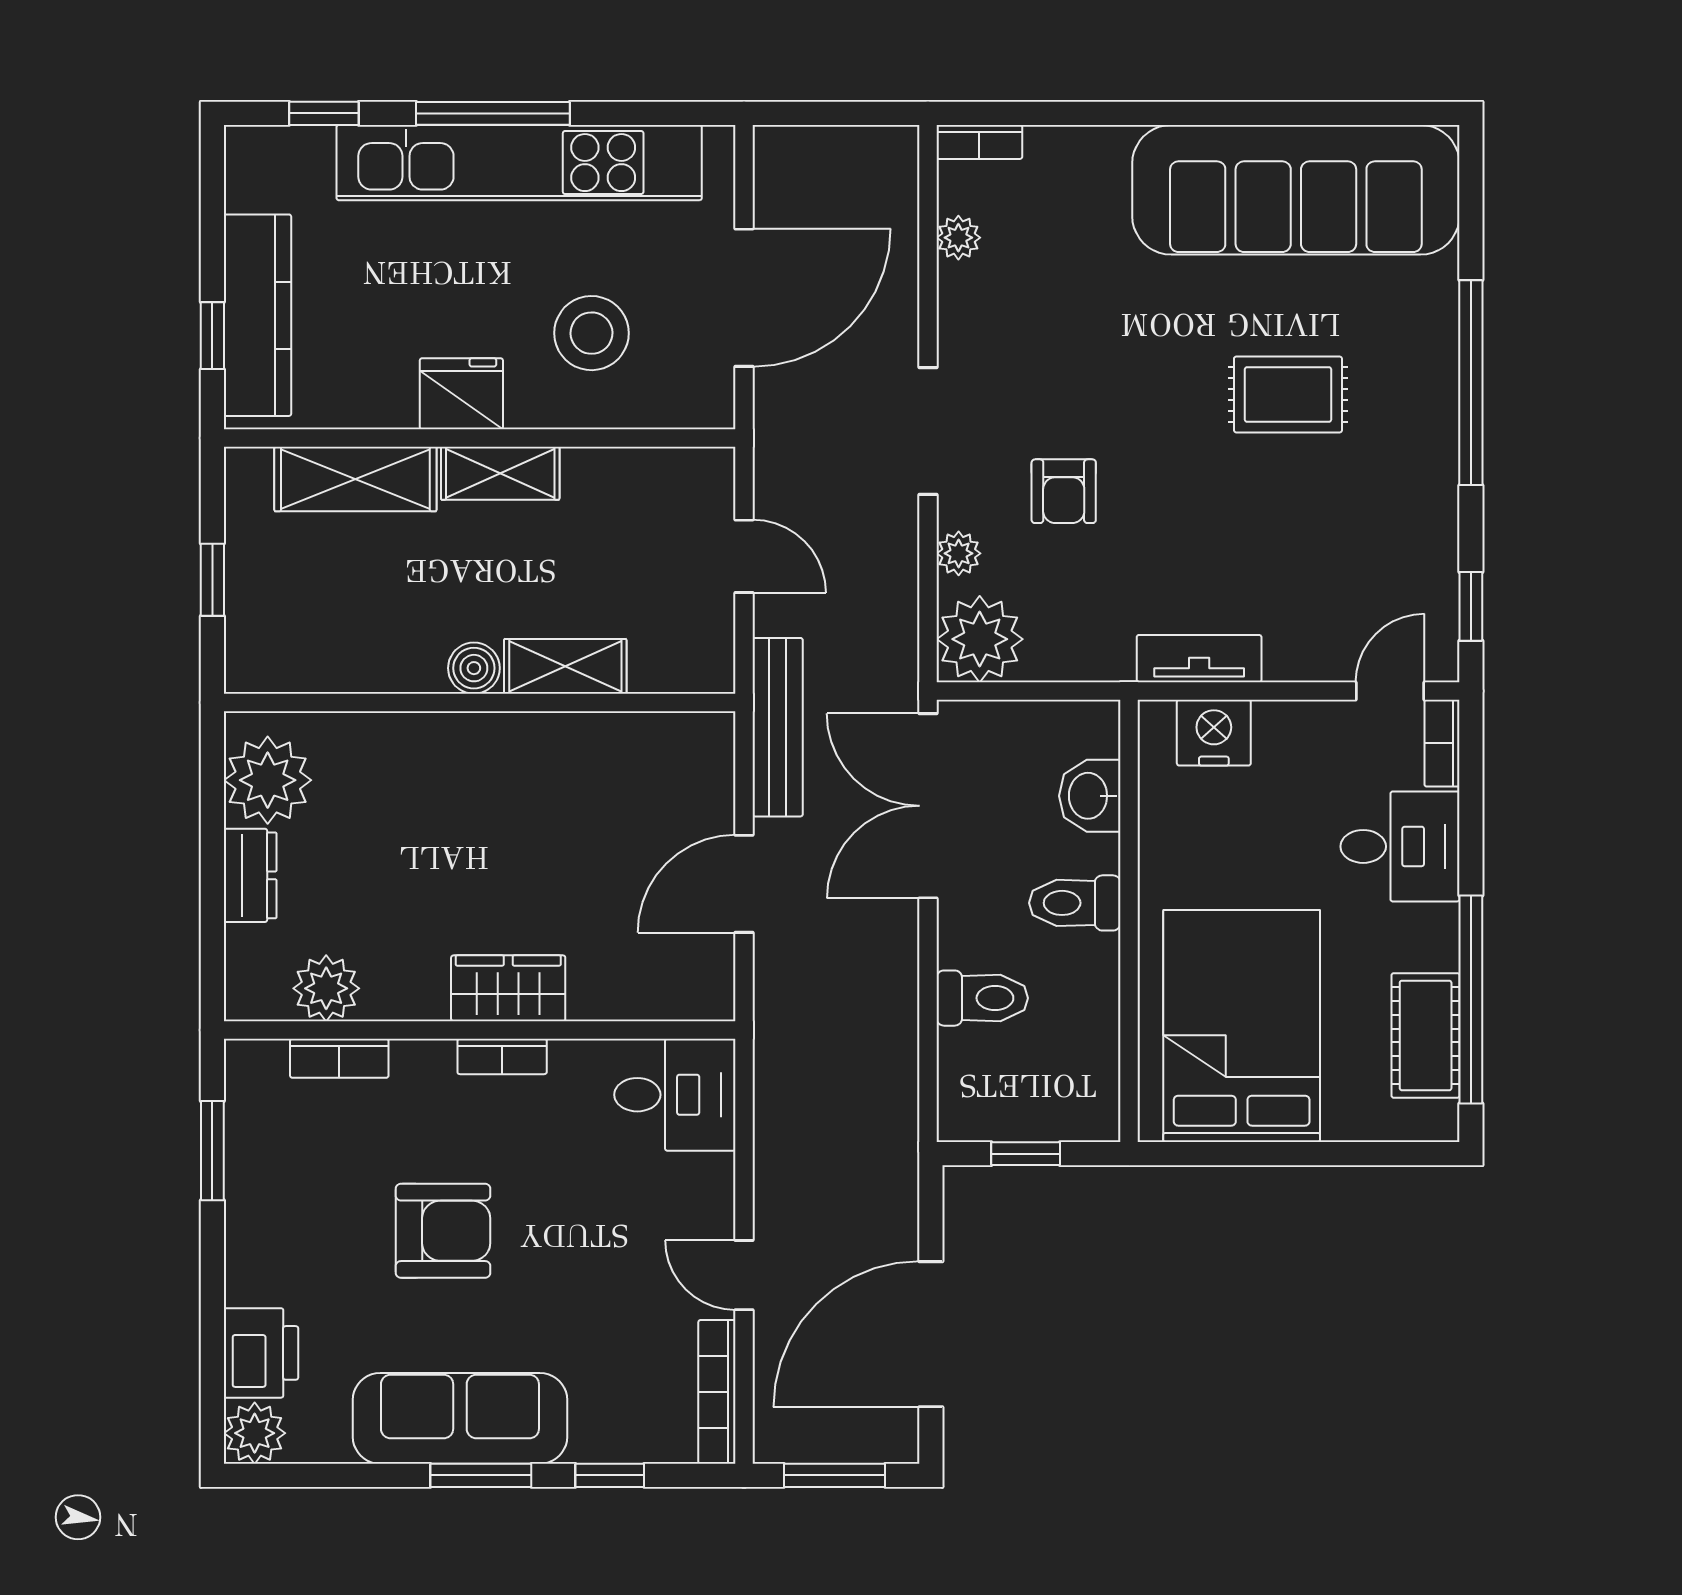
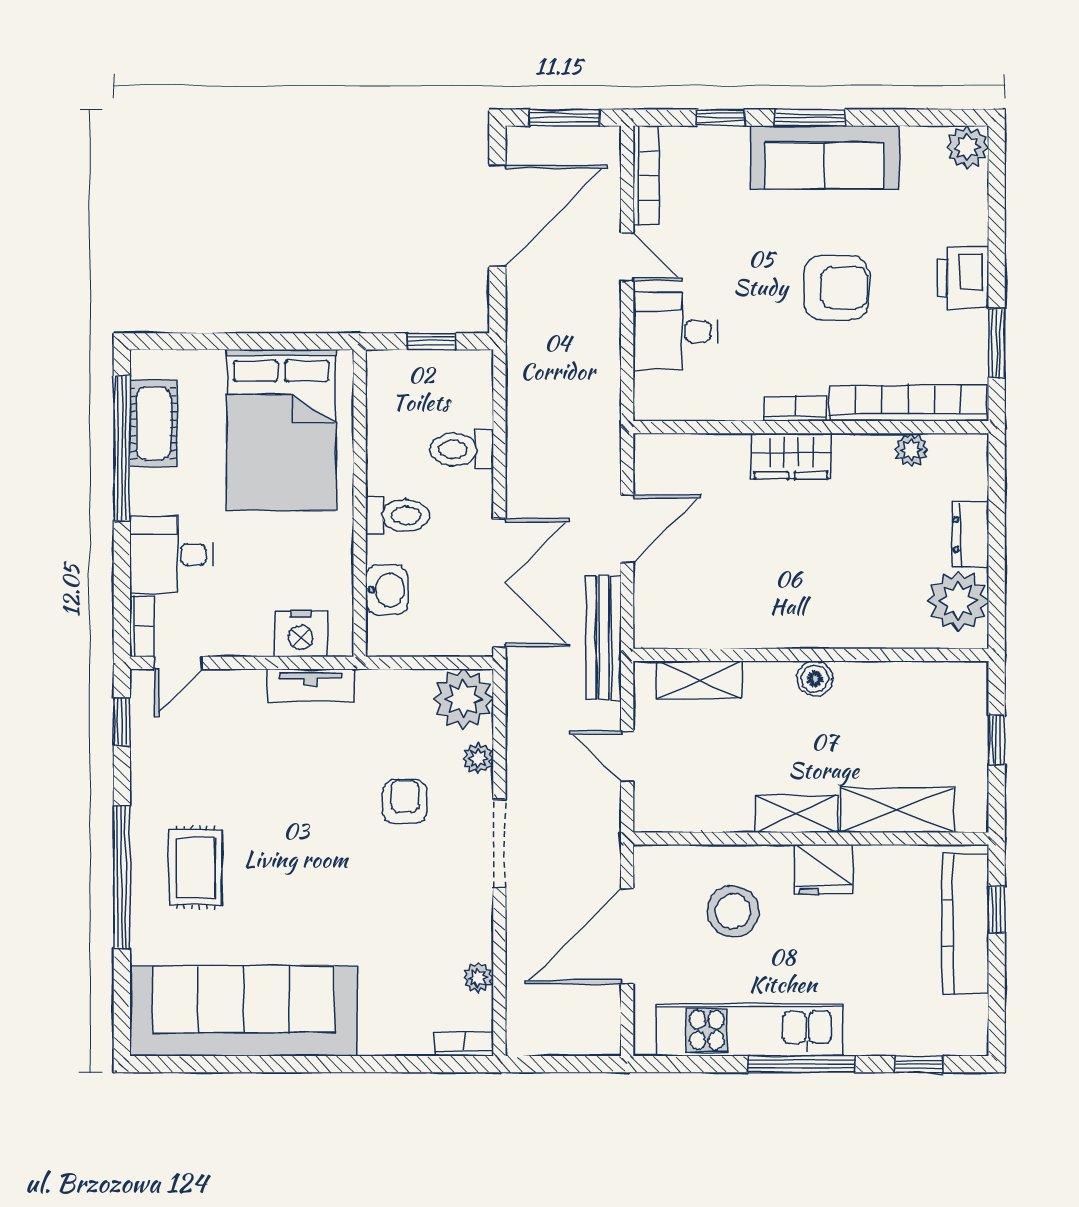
kitchen unit: (519, 163) -> (750, 1030), width x0.73
rug: (1288, 394) -> (195, 867), moved, turned 90
shelving: (565, 666) -> (700, 680), moved
plant: (326, 988) -> (911, 450), width x0.73, depth x0.73
bookcase: (339, 1058) -> (908, 403), width x2.31, depth x1.31
desk: (675, 1095) -> (675, 331), moved
armchair: (443, 1231) -> (836, 288), turned 180
printer: (261, 1353) -> (963, 278), moved

